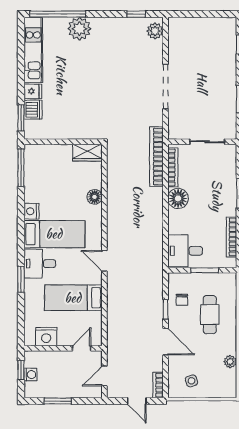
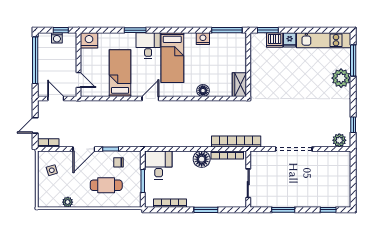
window: (58, 14) -> (353, 60), width x0.68
nightstand: (31, 211) -> (203, 39), moved
nightstand: (46, 337) -> (89, 40), moved, turned 90
window: (58, 401) -> (35, 60), width x2.11

